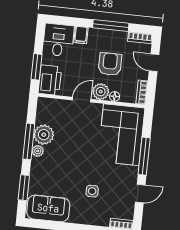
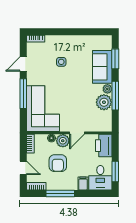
window: (37, 67) -> (115, 172), moved
sofa: (48, 208) -> (102, 67), moved, turned 90

